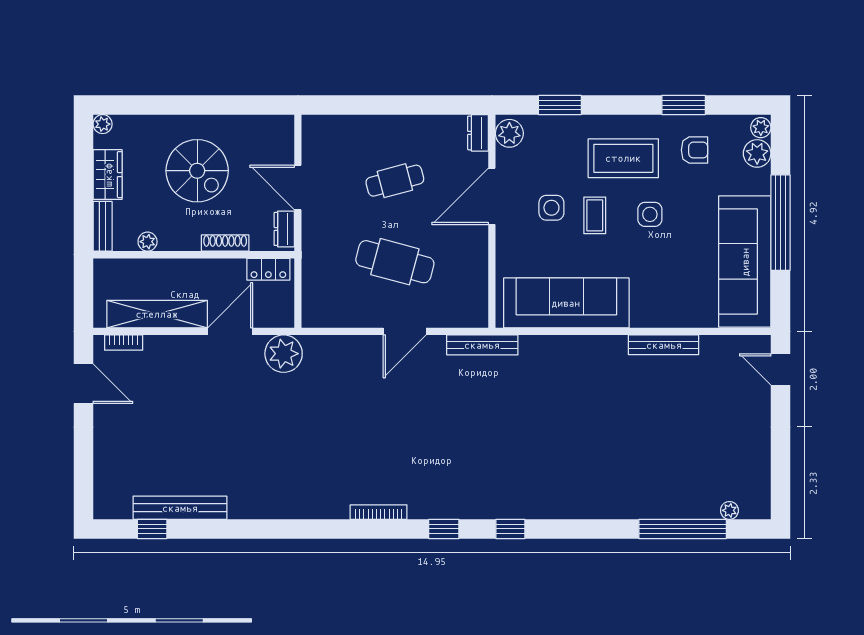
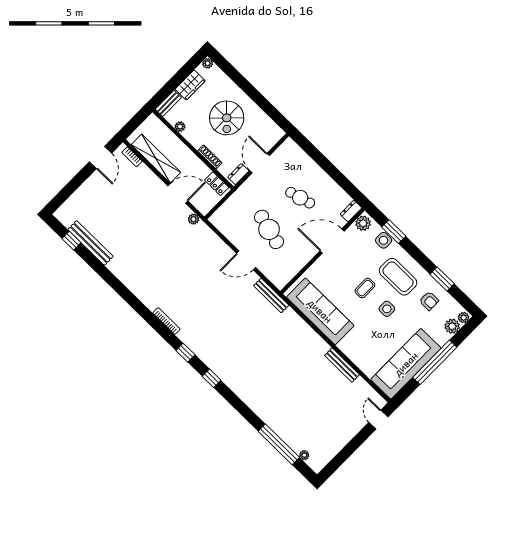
side table: (551, 208) -> (384, 240), moved
plant: (284, 354) -> (194, 219), width x0.53, depth x0.53

